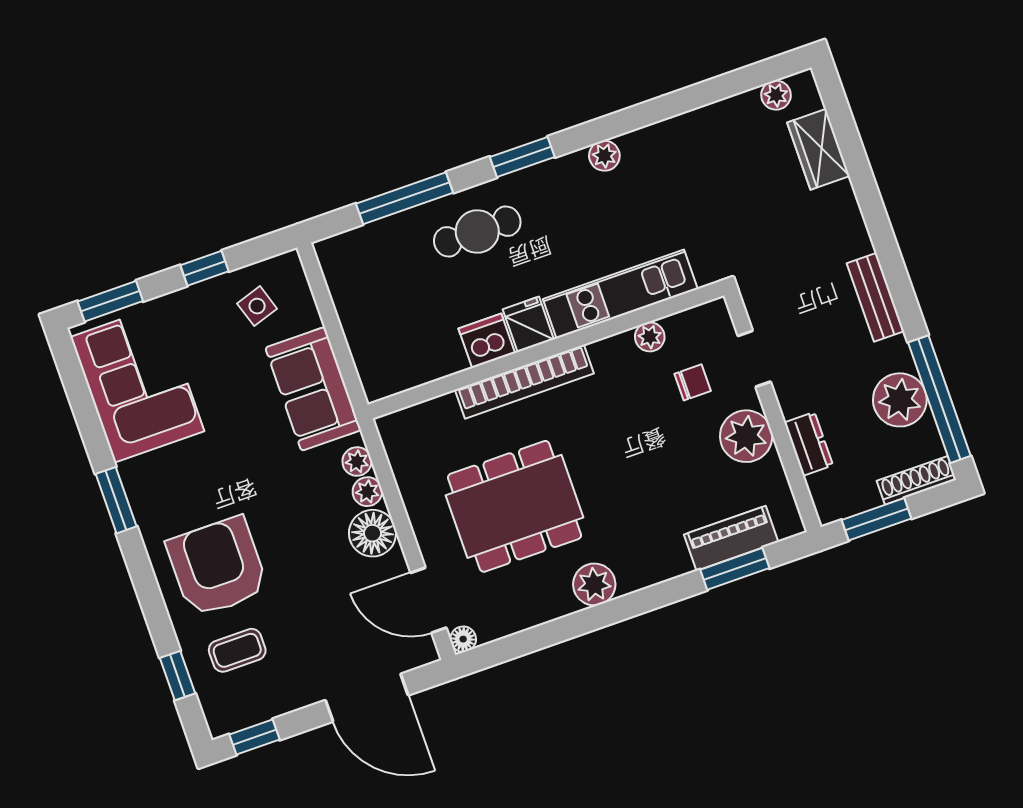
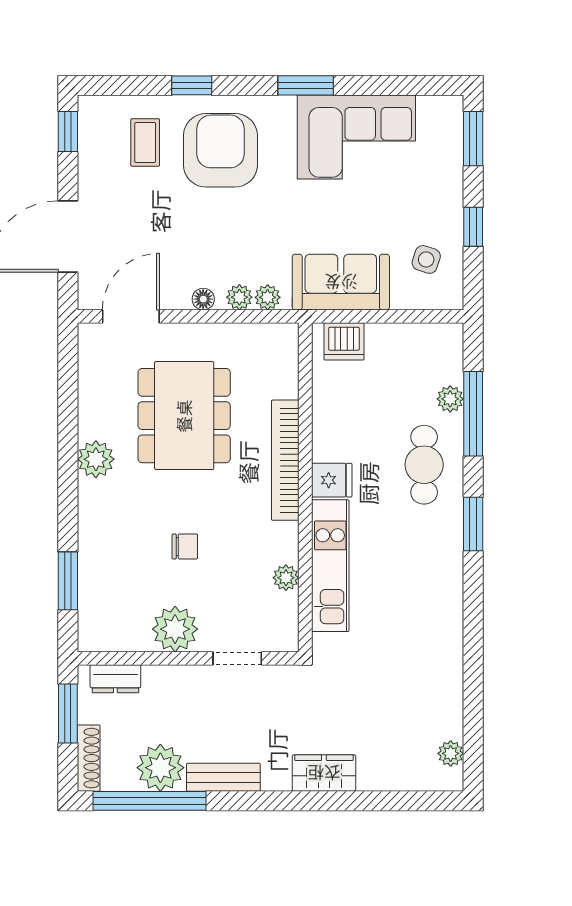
wardrobe: (818, 149) -> (324, 773), moved
plant: (604, 156) -> (450, 399), moved
bench: (875, 297) -> (223, 777), moved
side table: (257, 306) -> (426, 259), turned 36
dishwasher: (487, 341) -> (344, 341), moved, turned 90
chair: (693, 382) -> (185, 547), moved, turned -90
corner sofa: (137, 384) -> (356, 137), moved
dresser: (809, 444) -> (115, 679), moved
floor lamp: (372, 533) -> (203, 299), width x0.53, depth x0.53
piano: (731, 538) -> (94, 587), removed
armchair: (217, 567) -> (220, 150), turned -90
floor lamp: (463, 639) -> (89, 334), removed
window: (177, 676) -> (192, 85), moved

